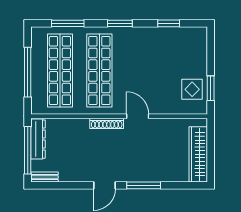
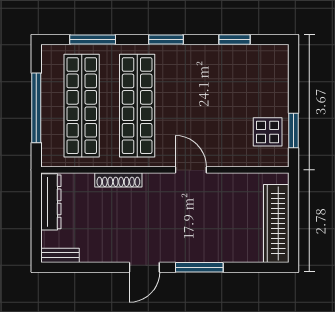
shoe rack: (107, 123) -> (118, 180), moved
window: (28, 150) -> (36, 218), removed

